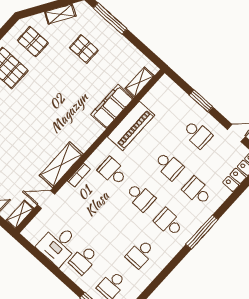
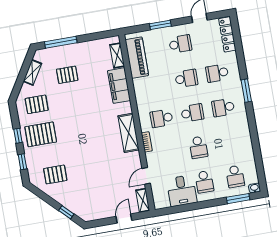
piano: (131, 126) -> (137, 58), moved
shelving: (61, 165) -> (129, 133), moved
window: (202, 232) -> (246, 91), width x0.69
school desk: (140, 254) -> (198, 147), moved

